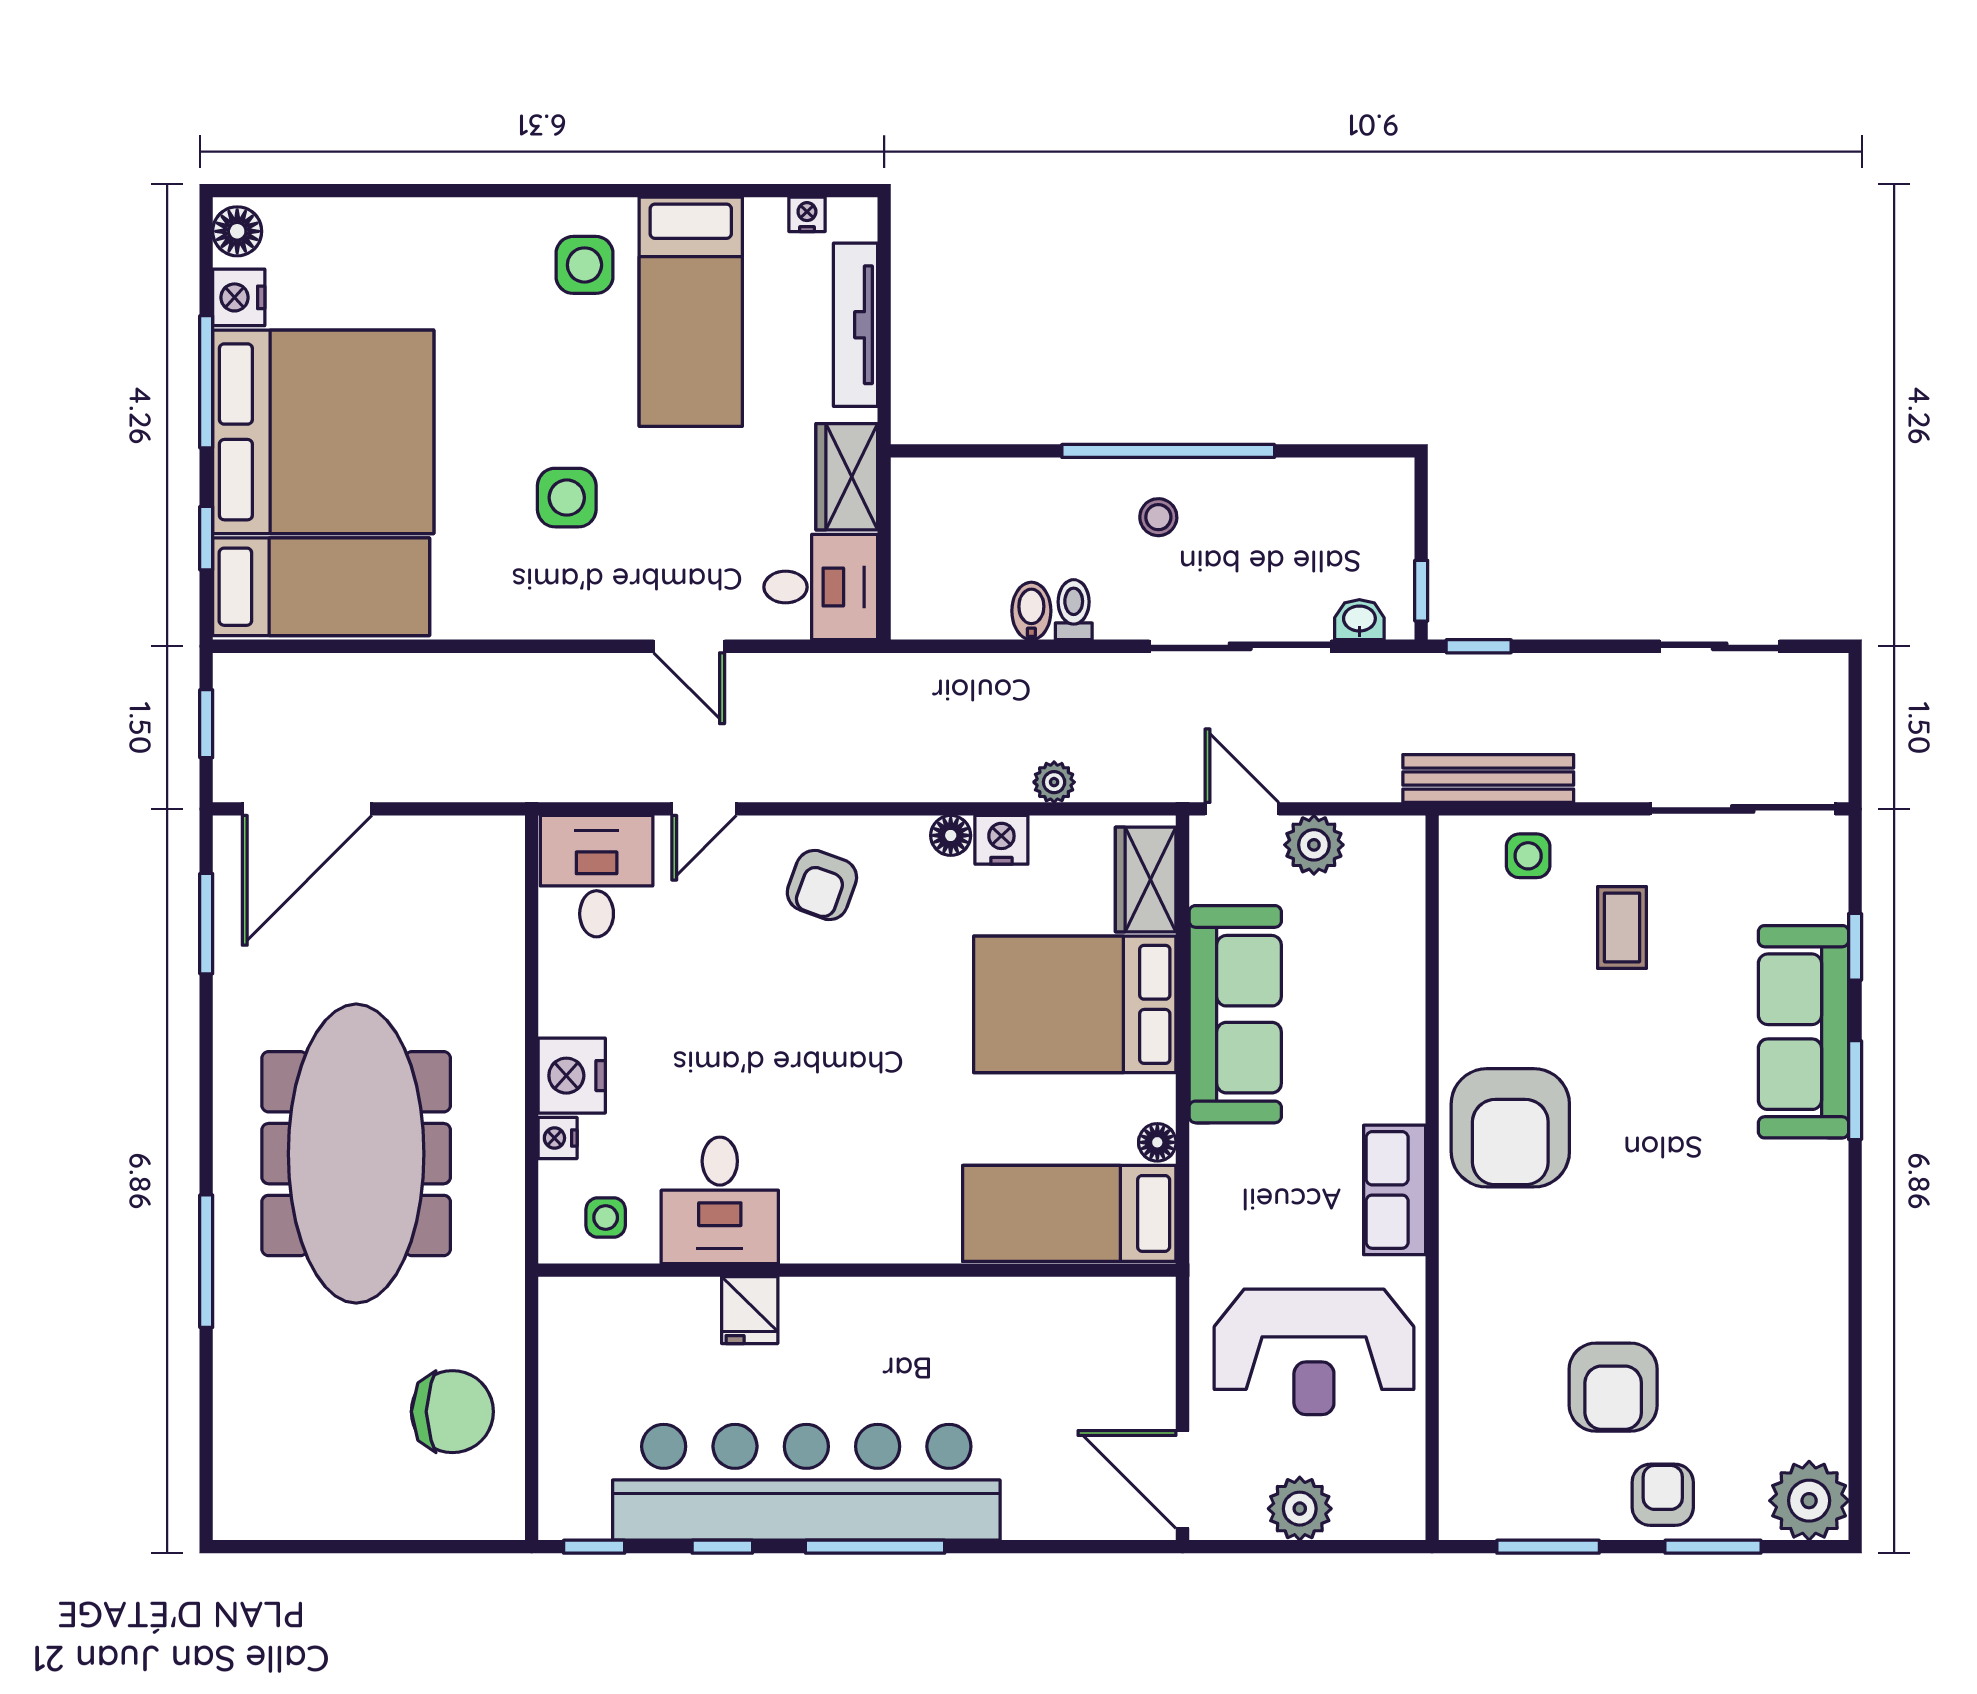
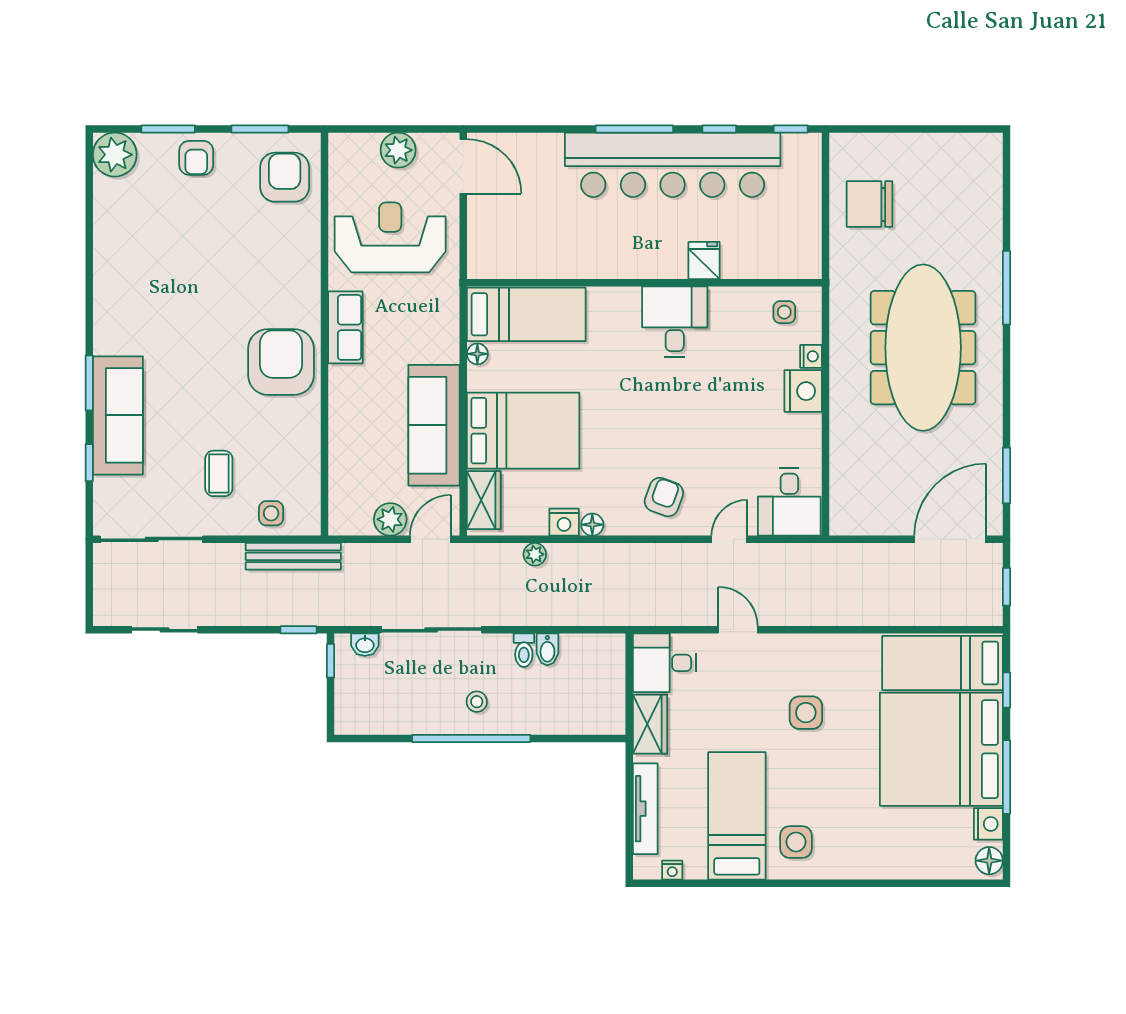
door: (1242, 809) -> (430, 539), swing flipped
desk: (720, 1200) -> (675, 322), moved
armchair: (1613, 1387) -> (285, 177), moved

